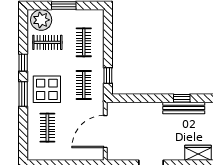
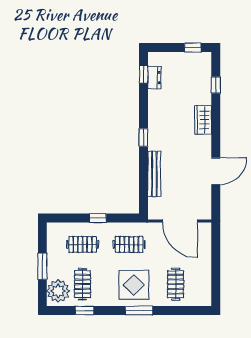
window: (23, 63) -> (85, 311), moved
window: (108, 76) -> (98, 218), moved
bench: (184, 108) -> (154, 174), moved
clothes rail: (47, 128) -> (176, 284), turned 90

